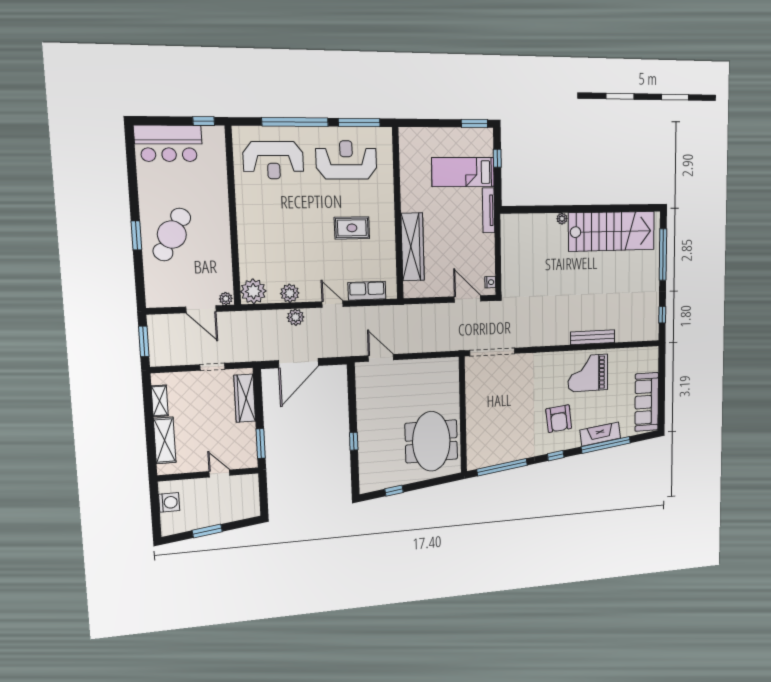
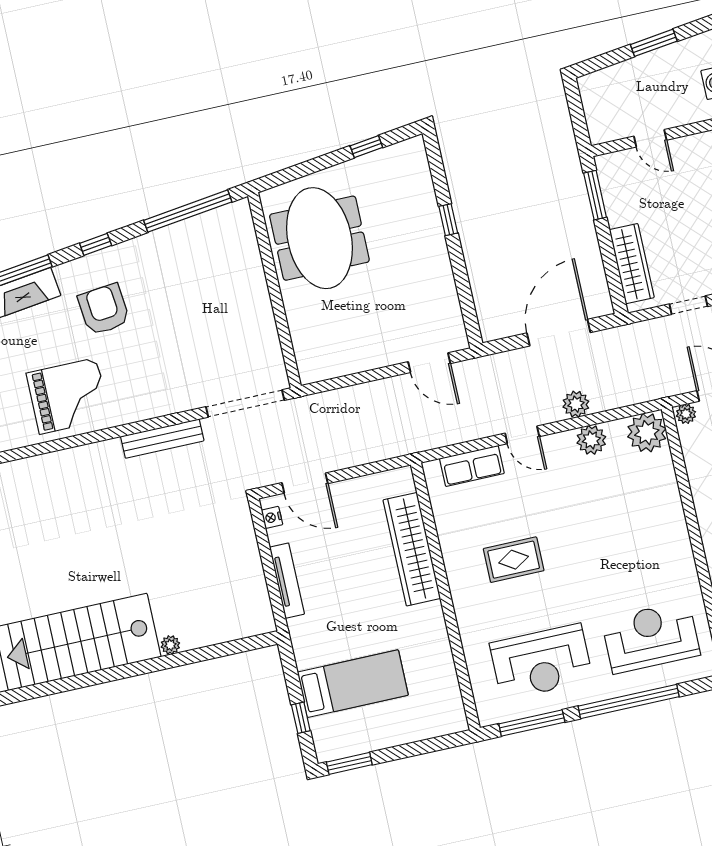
tv unit: (489, 210) -> (287, 581), moved
bench: (593, 337) -> (162, 439), moved

